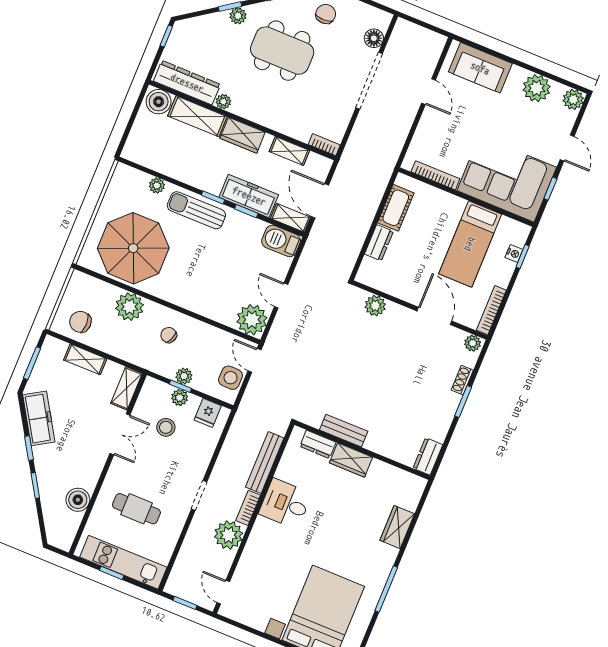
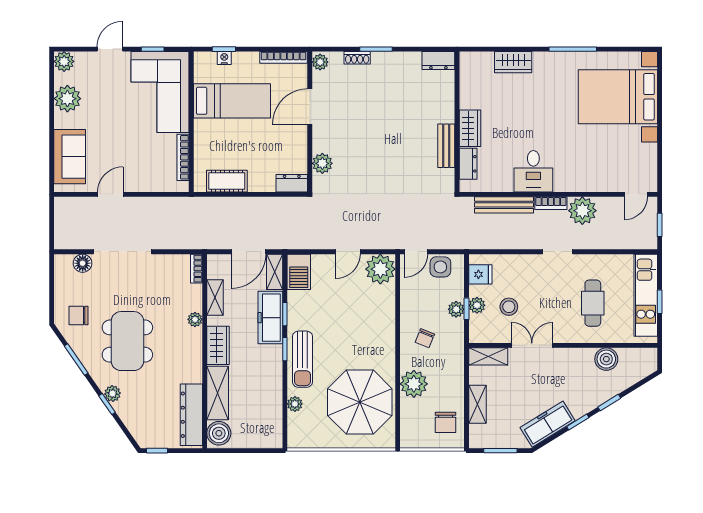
plant: (223, 102) -> (195, 319), moved
dresser: (379, 243) -> (292, 183), moved

